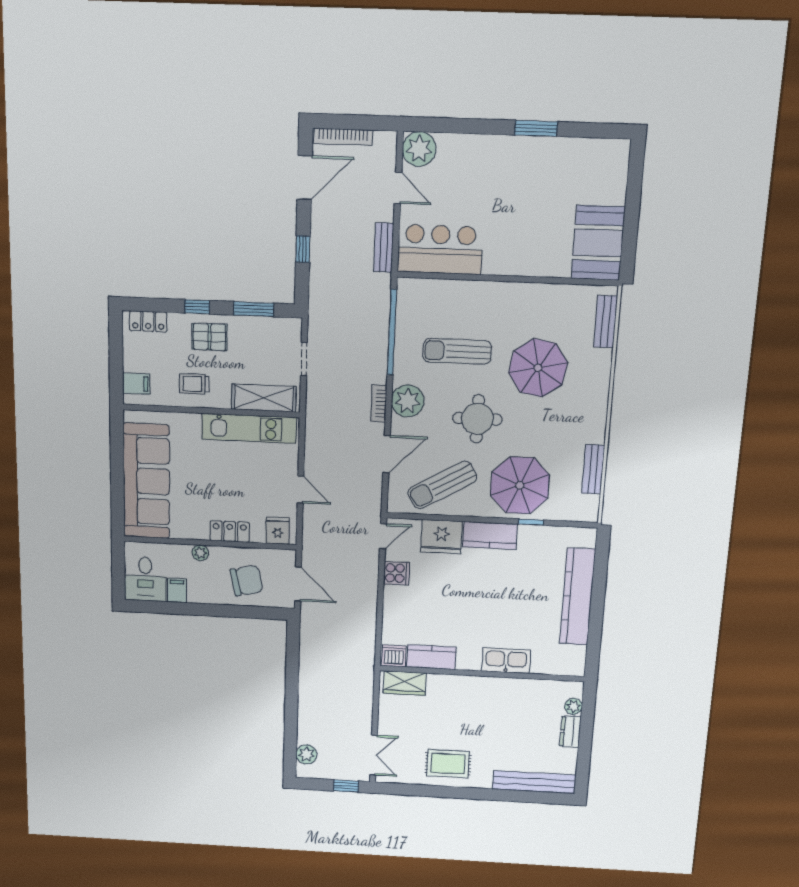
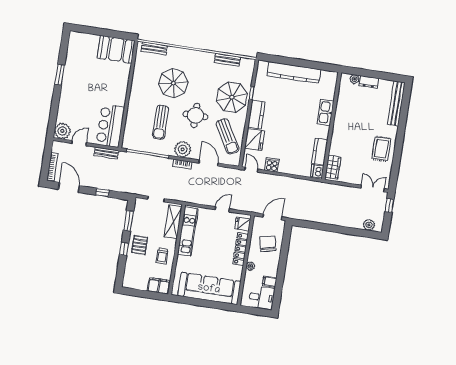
locker: (148, 321) -> (129, 275), removed
filing cabinet: (136, 384) -> (159, 286), width x2.00
locker: (230, 531) -> (241, 249), width x1.53

